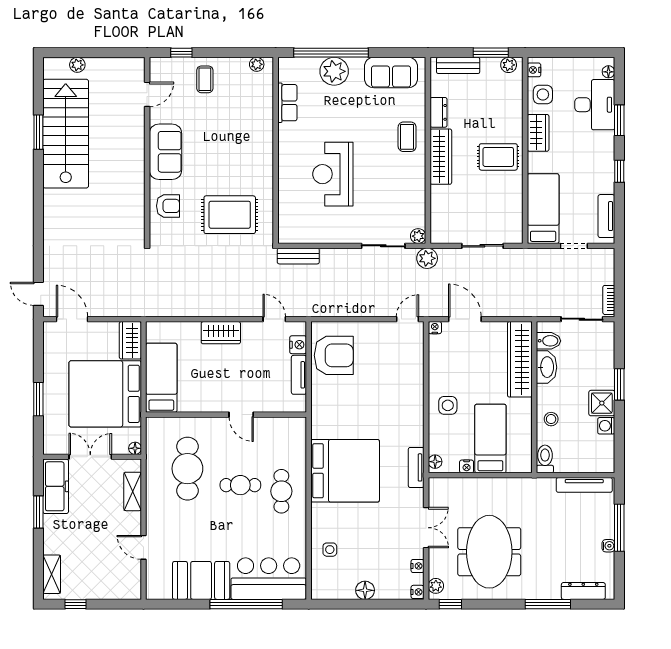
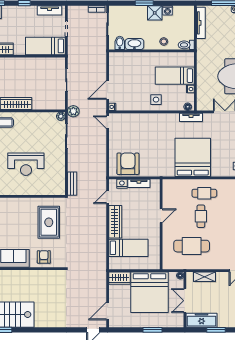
rug: (498, 157) -> (16, 71), removed
wardrobe: (221, 333) -> (115, 222), width x1.50
wardrobe: (520, 359) -> (130, 59), removed
bed: (161, 378) -> (128, 248), moved, turned 180

